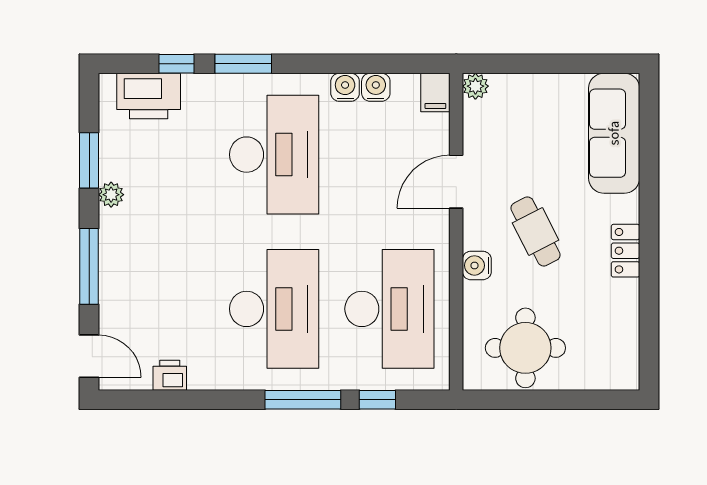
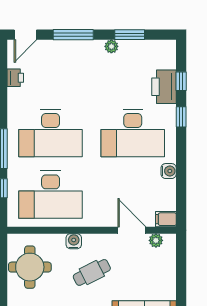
window: (243, 64) -> (181, 117), width x0.67
plant: (475, 86) -> (156, 240), moved
water cooler: (376, 87) -> (169, 187), removed
printer: (149, 96) -> (164, 87), moved
door: (456, 182) -> (132, 230), moved

